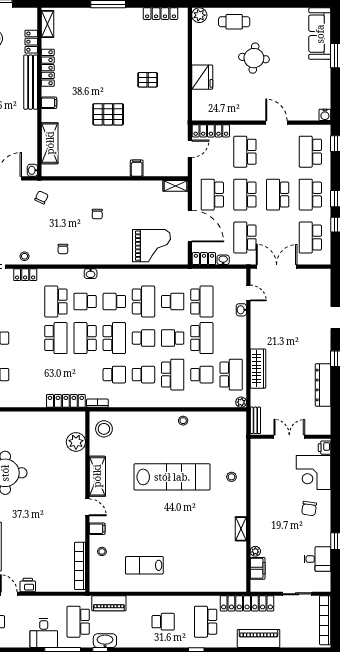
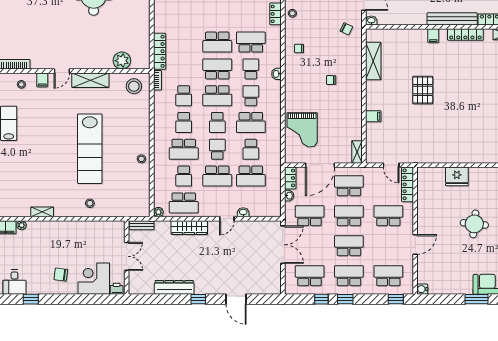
pallet: (148, 80) -> (454, 126), removed
shelving: (50, 143) -> (373, 61), moved, turned 90
door: (248, 293) -> (227, 219), moved

